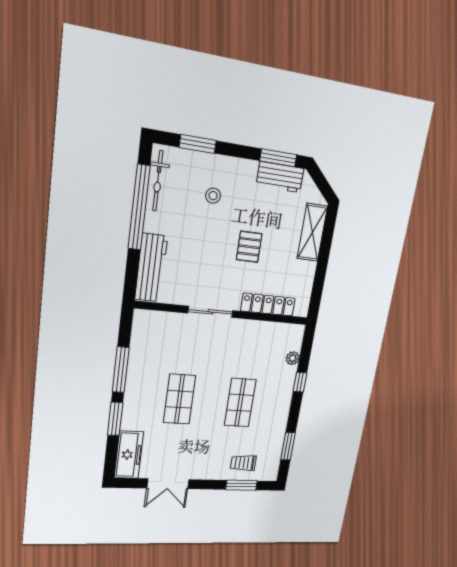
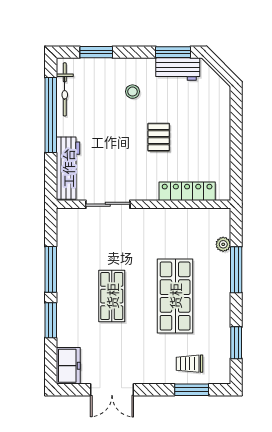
stool: (213, 196) -> (133, 92), moved
shelving: (312, 232) -> (220, 116), removed
sliding door: (210, 312) -> (108, 204), moved
window: (300, 382) -> (236, 270), width x2.17
shop shelf: (240, 403) -> (175, 296), width x1.43, depth x1.36
freezer: (129, 455) -> (68, 366), width x0.71

